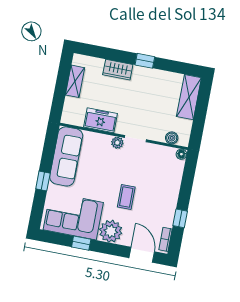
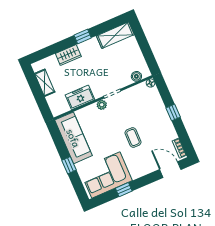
shelving: (189, 97) -> (115, 35), moved, turned 90
window: (180, 218) -> (173, 113), moved
plant: (111, 231) -> (138, 168), removed

